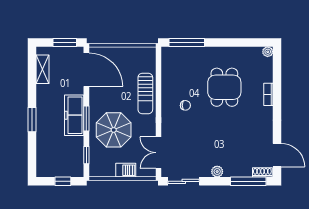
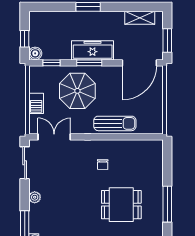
window: (187, 42) -> (167, 204), moved
sun lounger: (145, 93) -> (115, 123), turned 180
boiler: (77, 171) -> (35, 53), added

